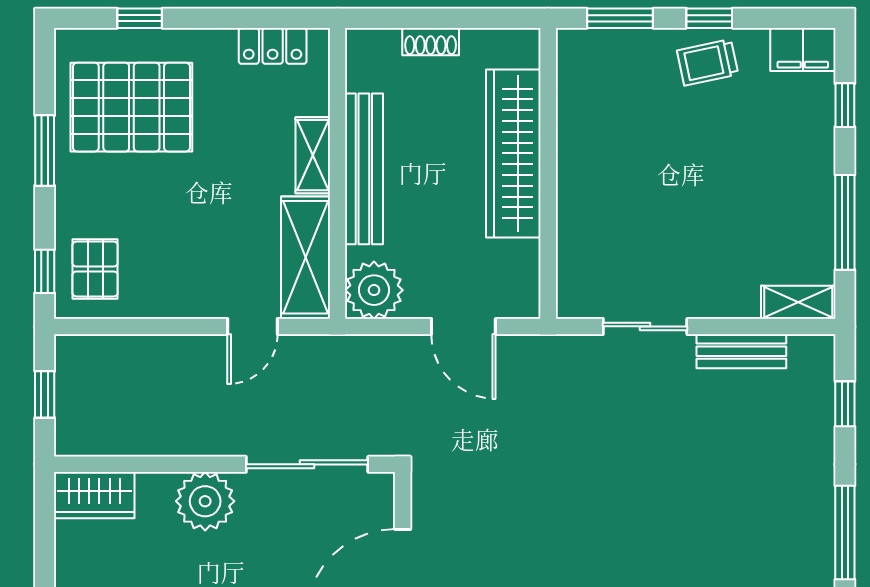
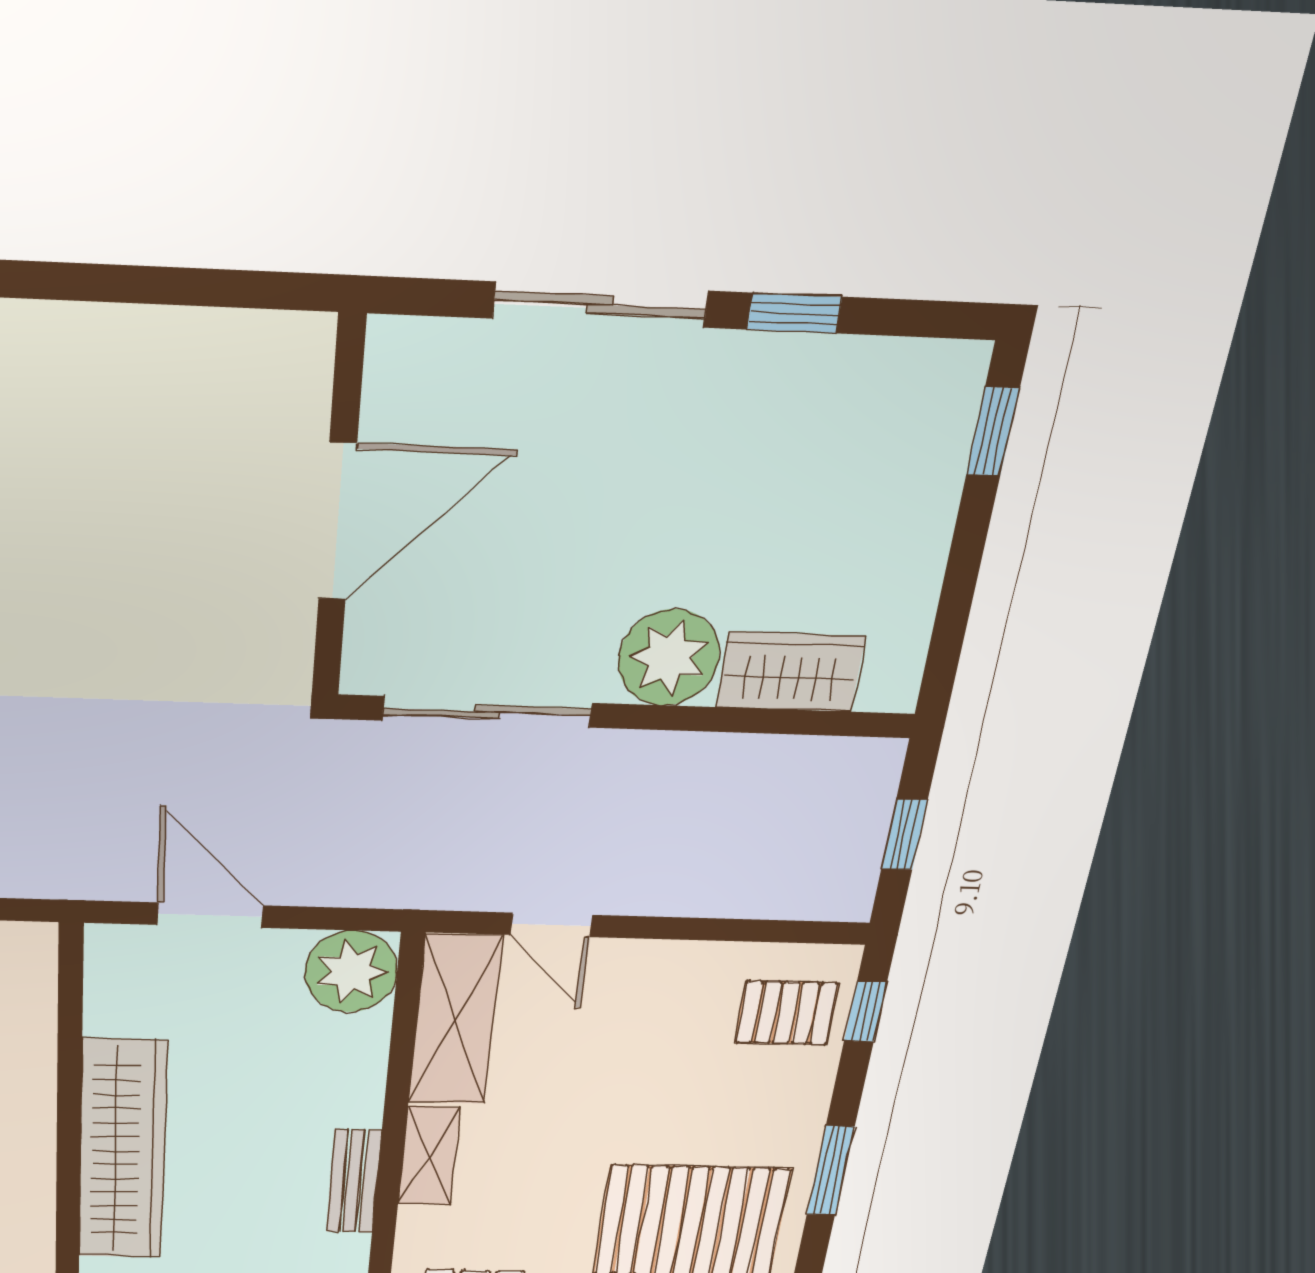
bench: (364, 169) -> (354, 1181), width x0.54, depth x0.82
pallet: (95, 269) -> (787, 1013), turned 90
door: (252, 326) -> (551, 925), swing flipped
wardrobe: (94, 495) -> (790, 672), moved

